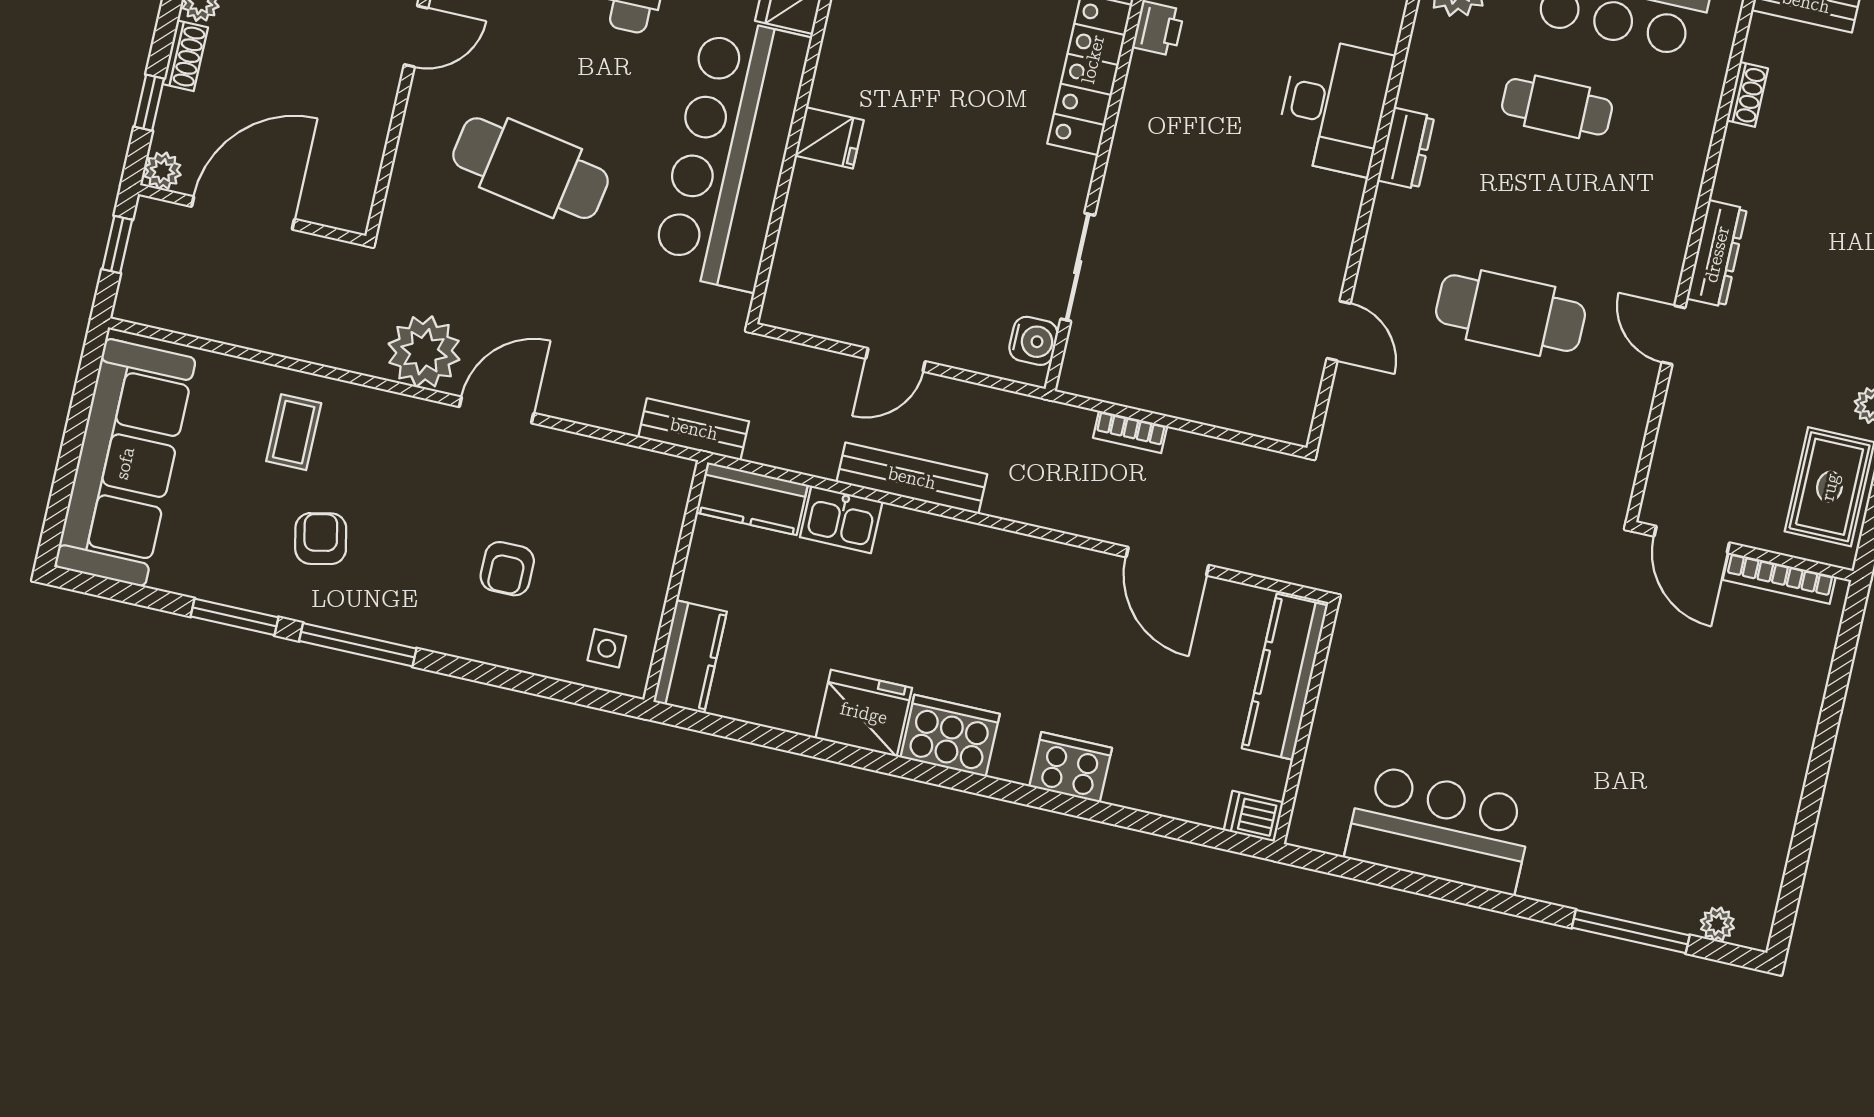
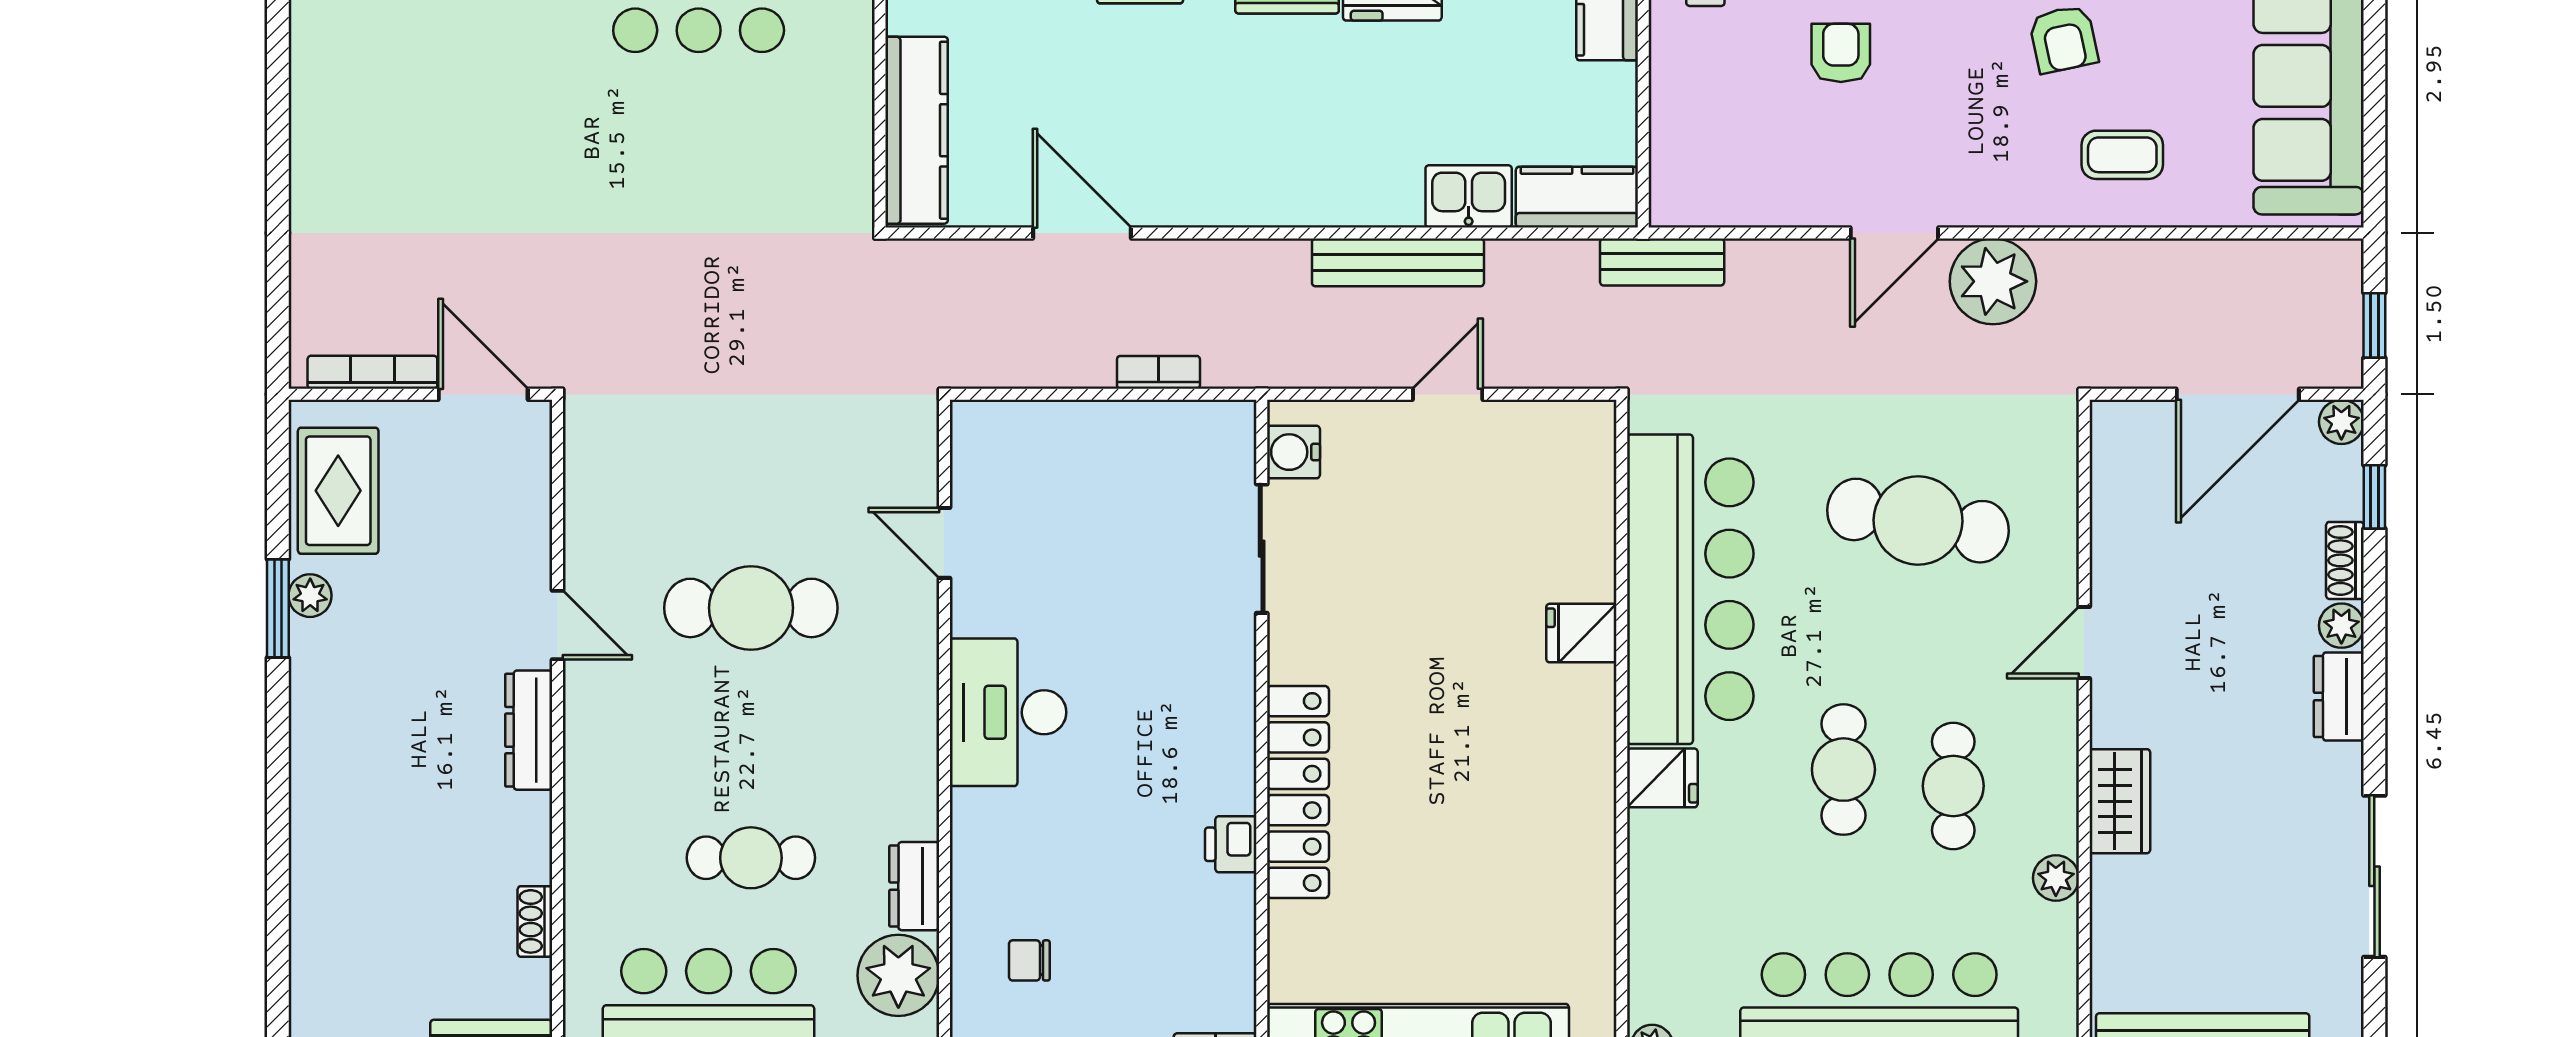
desk: (1334, 106) -> (1008, 712), moved
dresser: (1406, 149) -> (914, 886), moved
coffee table: (294, 432) -> (2122, 155), turned 90

